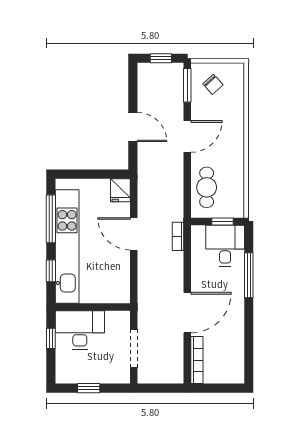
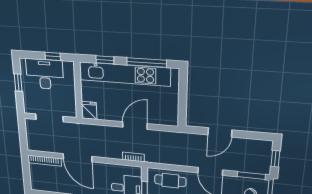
fridge: (120, 190) -> (89, 110), moved, turned 90
desk: (80, 330) -> (45, 74), moved, turned -90

